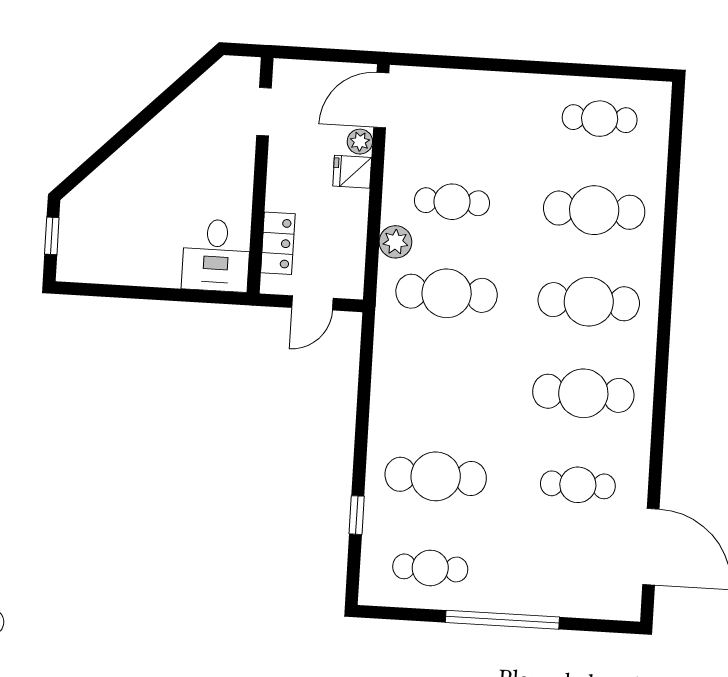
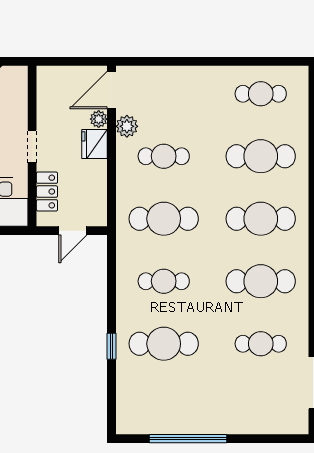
doorway: (264, 112) -> (32, 146), moved
fridge: (352, 172) -> (95, 144), width x1.38
plant: (395, 242) -> (127, 126), moved
window: (357, 515) -> (111, 346), moved
cafe table: (430, 568) -> (164, 281), moved
window: (502, 620) -> (188, 439), moved

